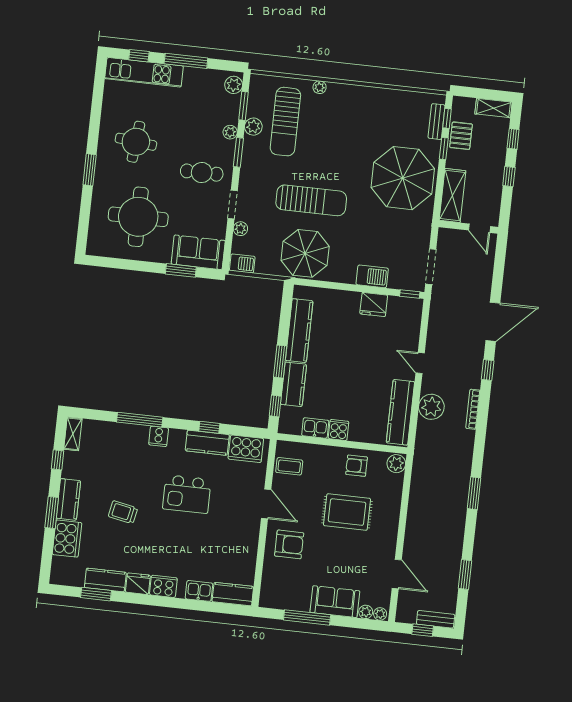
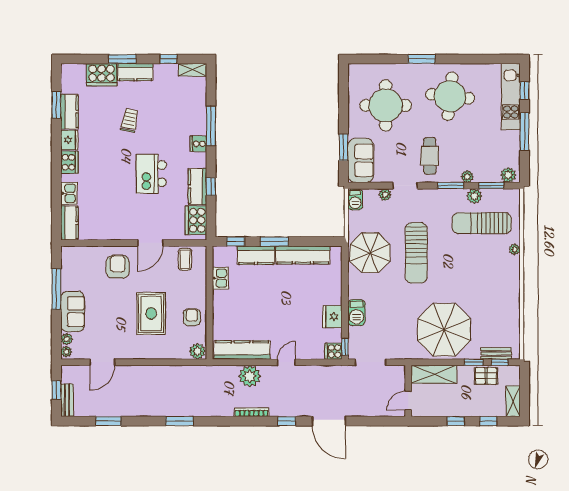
round table: (136, 142) -> (450, 96), width x1.36, depth x1.36
cooker: (339, 430) -> (333, 351), moved, turned 180
armchair: (289, 544) -> (118, 267), turned 180

